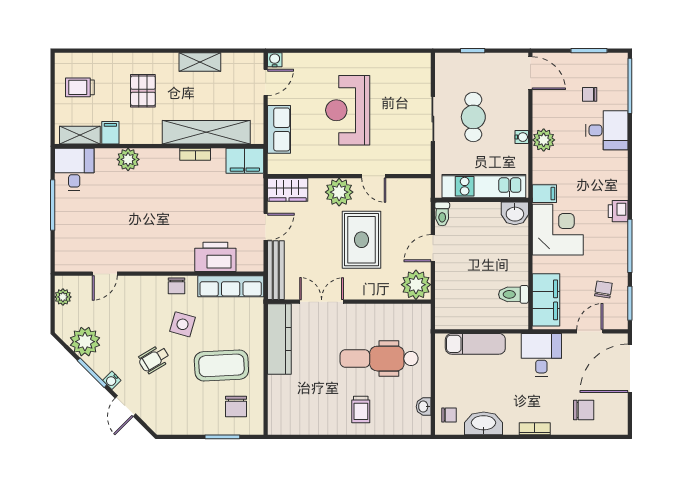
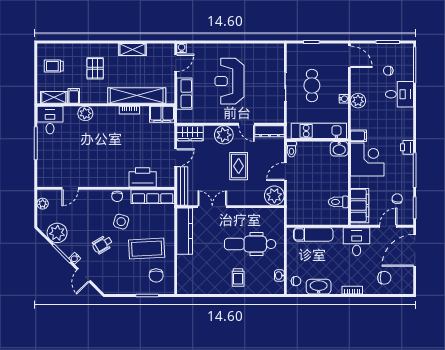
dresser: (409, 187) -> (269, 131), added
rug: (361, 240) -> (239, 166), width x0.73, depth x0.70

